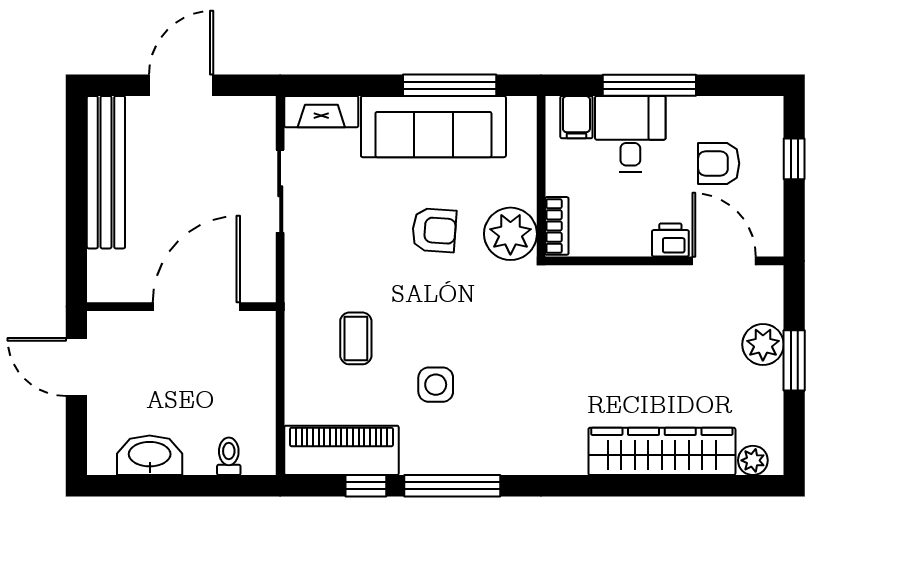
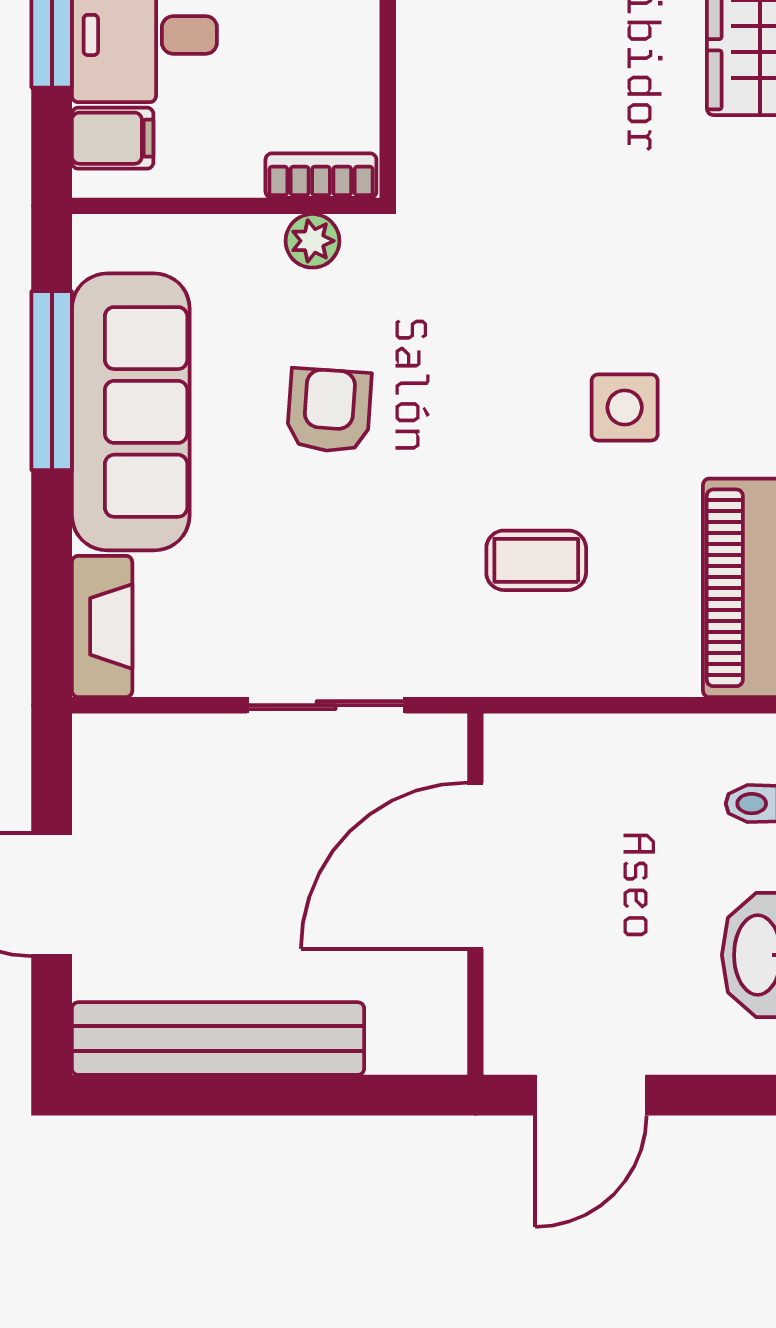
sliding door: (280, 191) -> (326, 705), moved
plant: (510, 234) -> (312, 241), width x0.53, depth x0.53
door: (196, 307) -> (475, 866), hinge flipped

